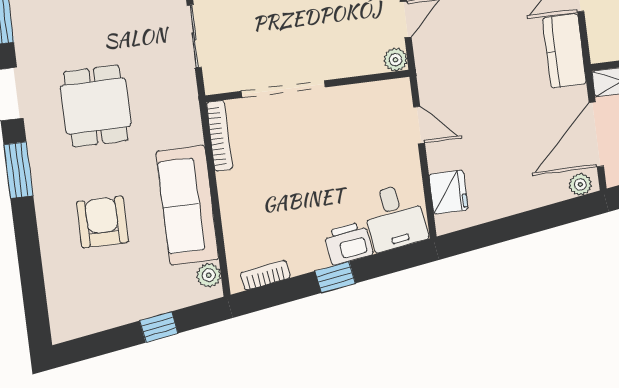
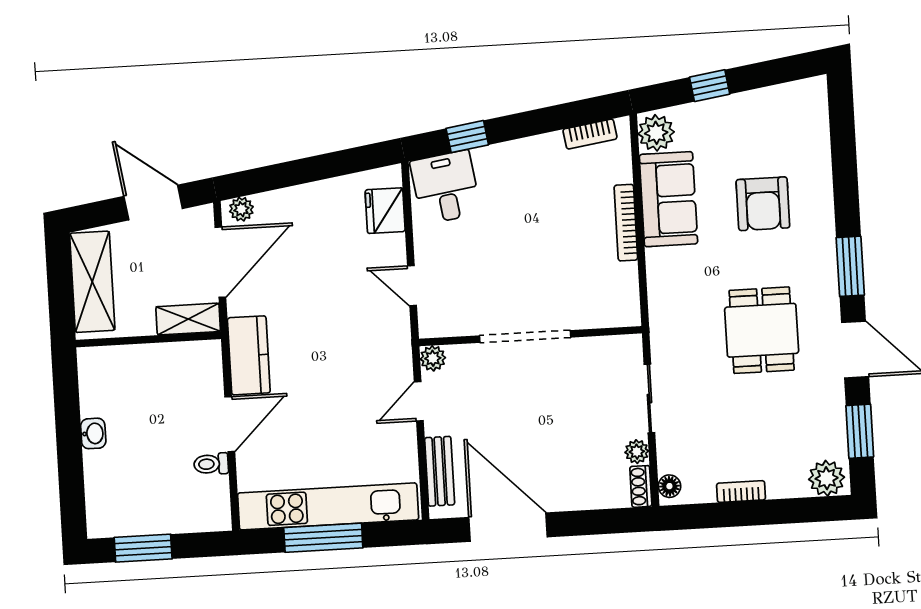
doorway: (283, 89) -> (525, 336), moved
bookcase: (219, 136) -> (626, 223), moved
sofa: (187, 205) -> (668, 199), width x0.73
printer: (348, 243) -> (498, 163), removed
plant: (209, 275) -> (656, 133), width x1.38, depth x1.38
window: (335, 277) -> (467, 137), moved

